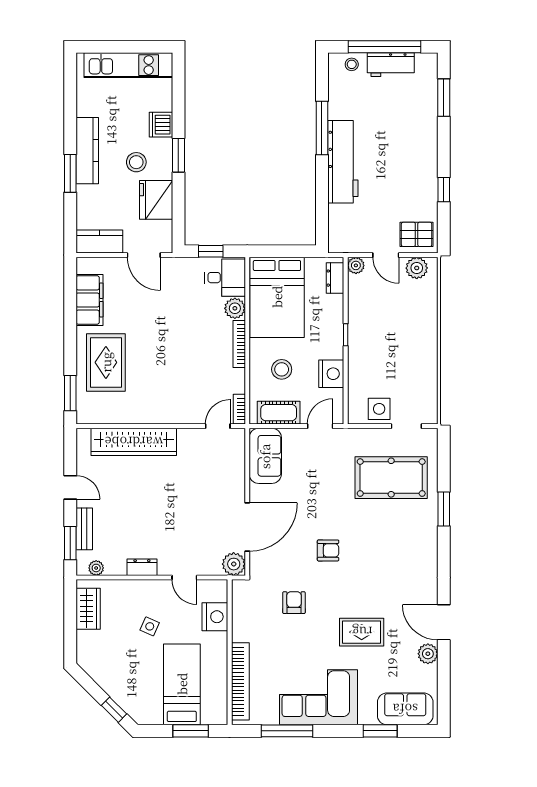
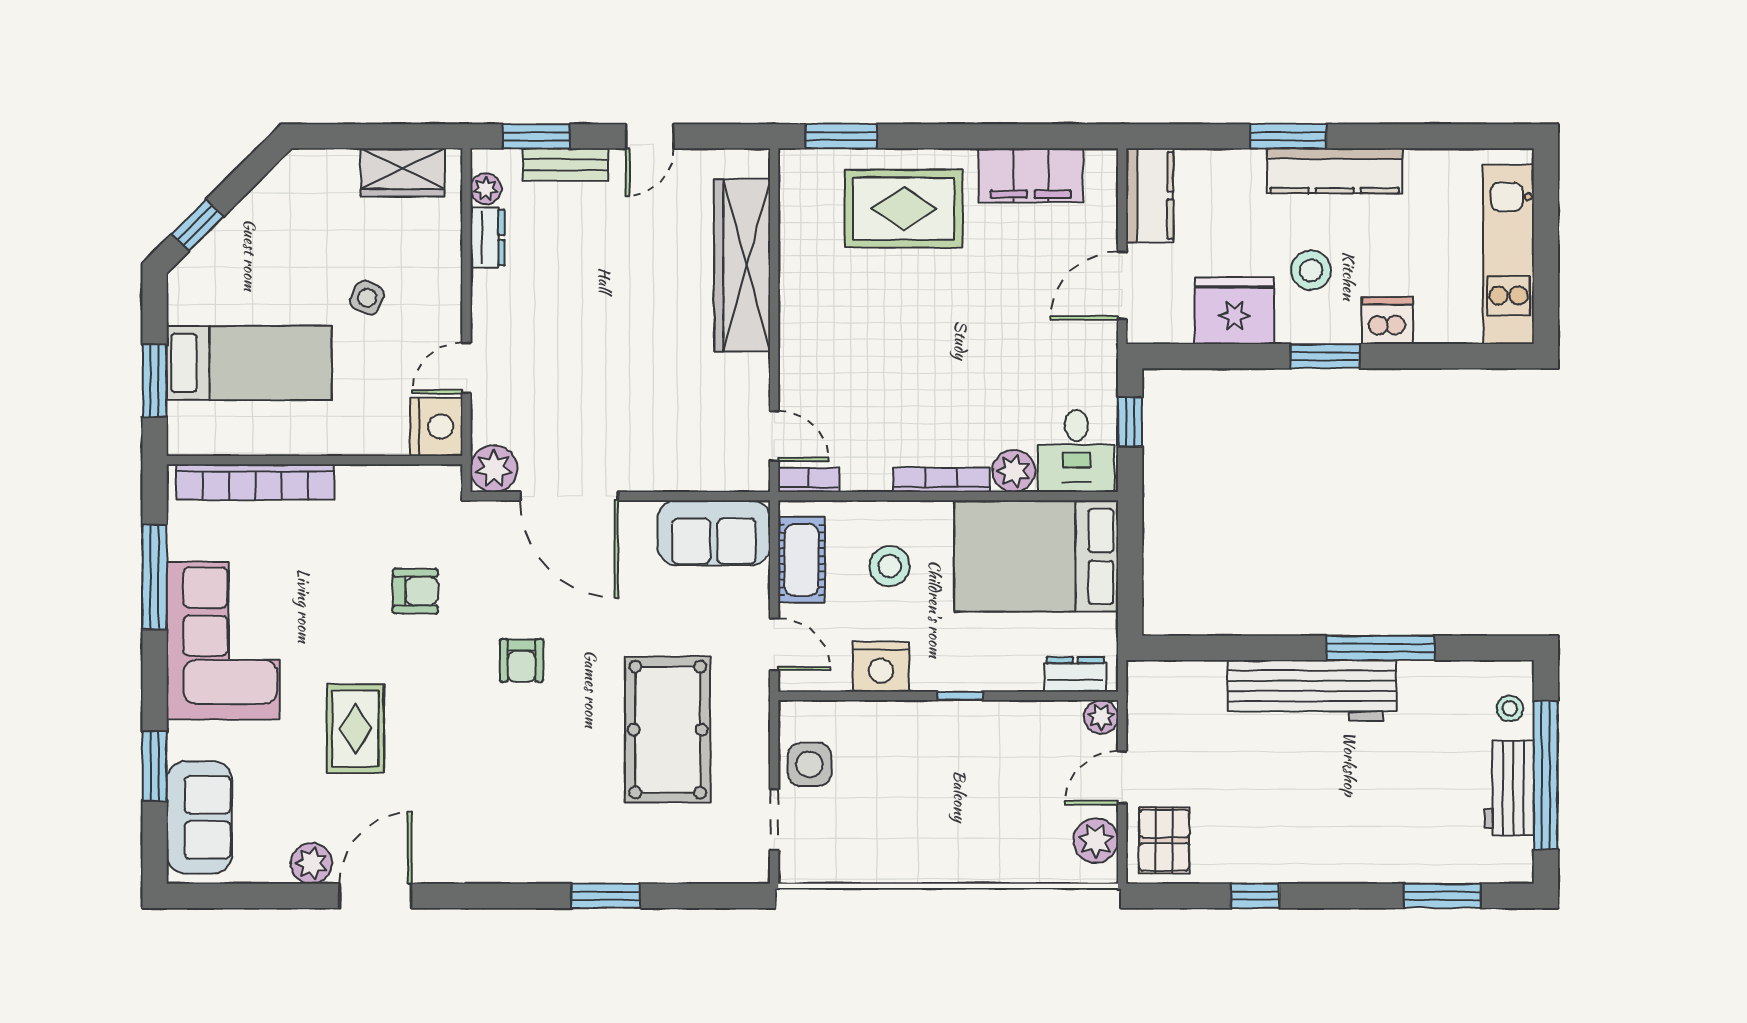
pool table: (391, 478) -> (668, 730), moved
dresser: (142, 567) -> (487, 238), moved
nightstand: (215, 617) -> (437, 427), moved, turned -90

